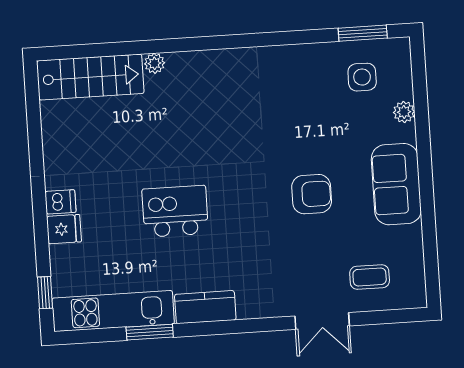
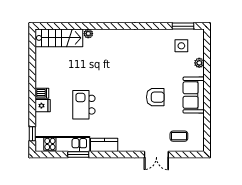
kitchen island: (175, 211) -> (84, 105), moved, turned -90

